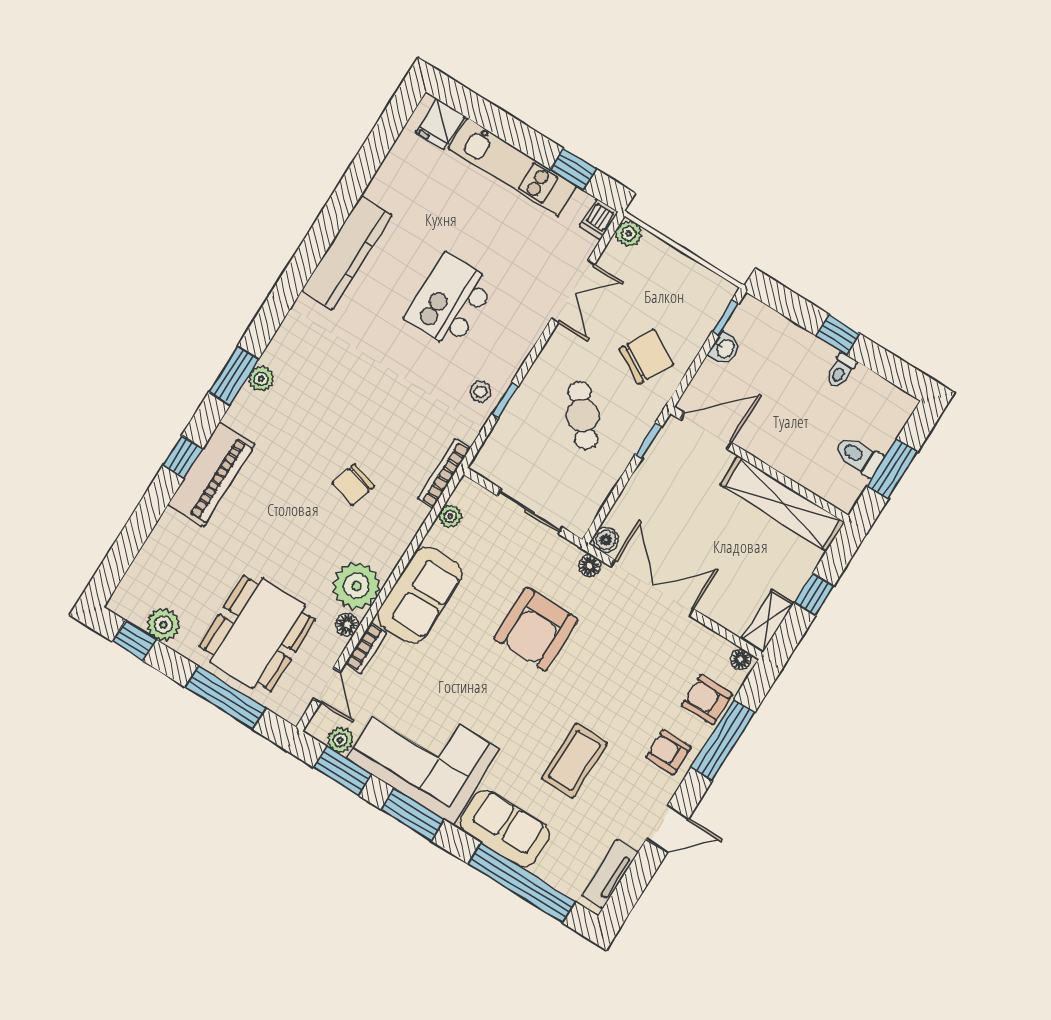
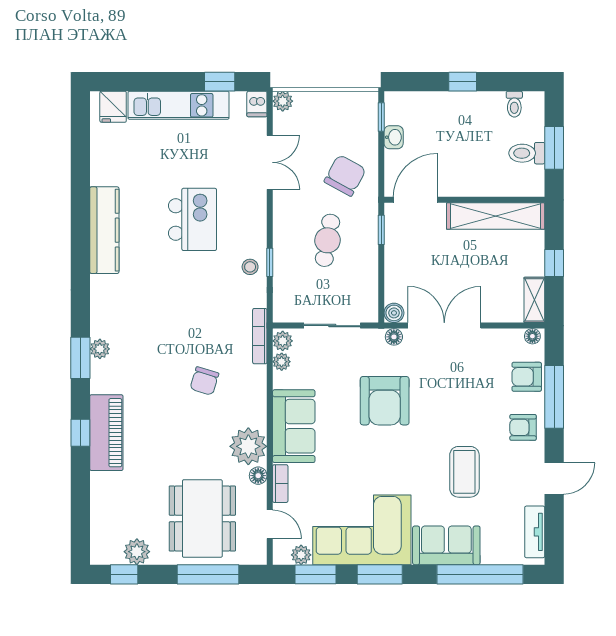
kitchen island: (450, 301) -> (192, 219), turned 180
toilet: (841, 371) -> (514, 104), moved
cafe table: (583, 415) -> (328, 240), turned 50
plant: (466, 494) -> (283, 341), added

